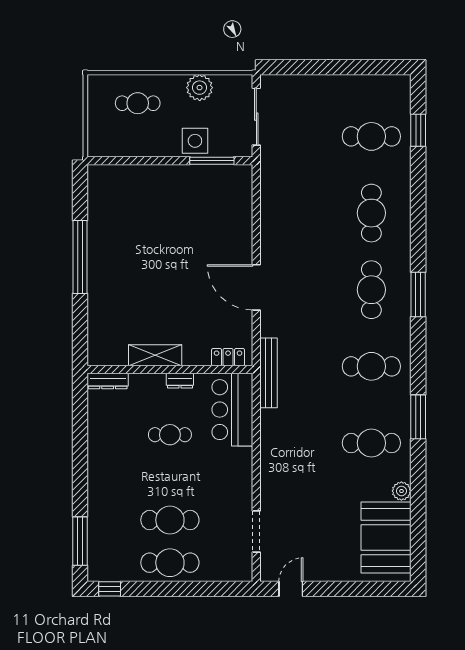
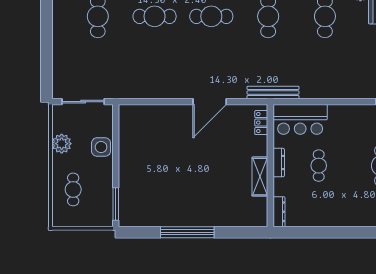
window: (212, 161) -> (116, 204), moved
dresser: (180, 381) -> (279, 163), width x1.44

